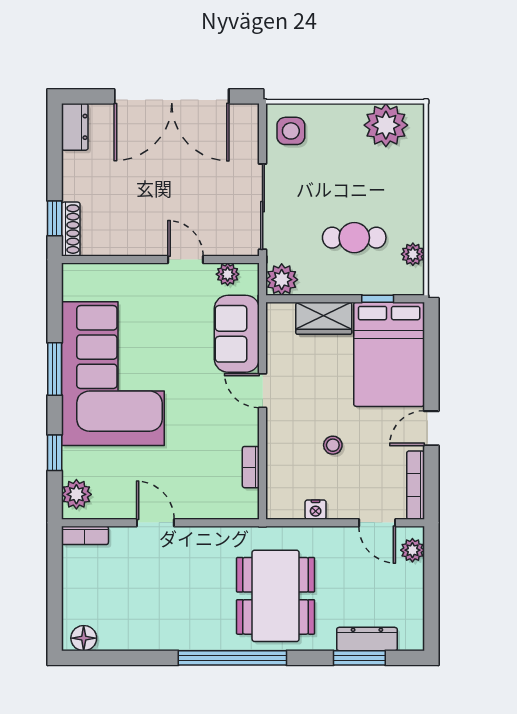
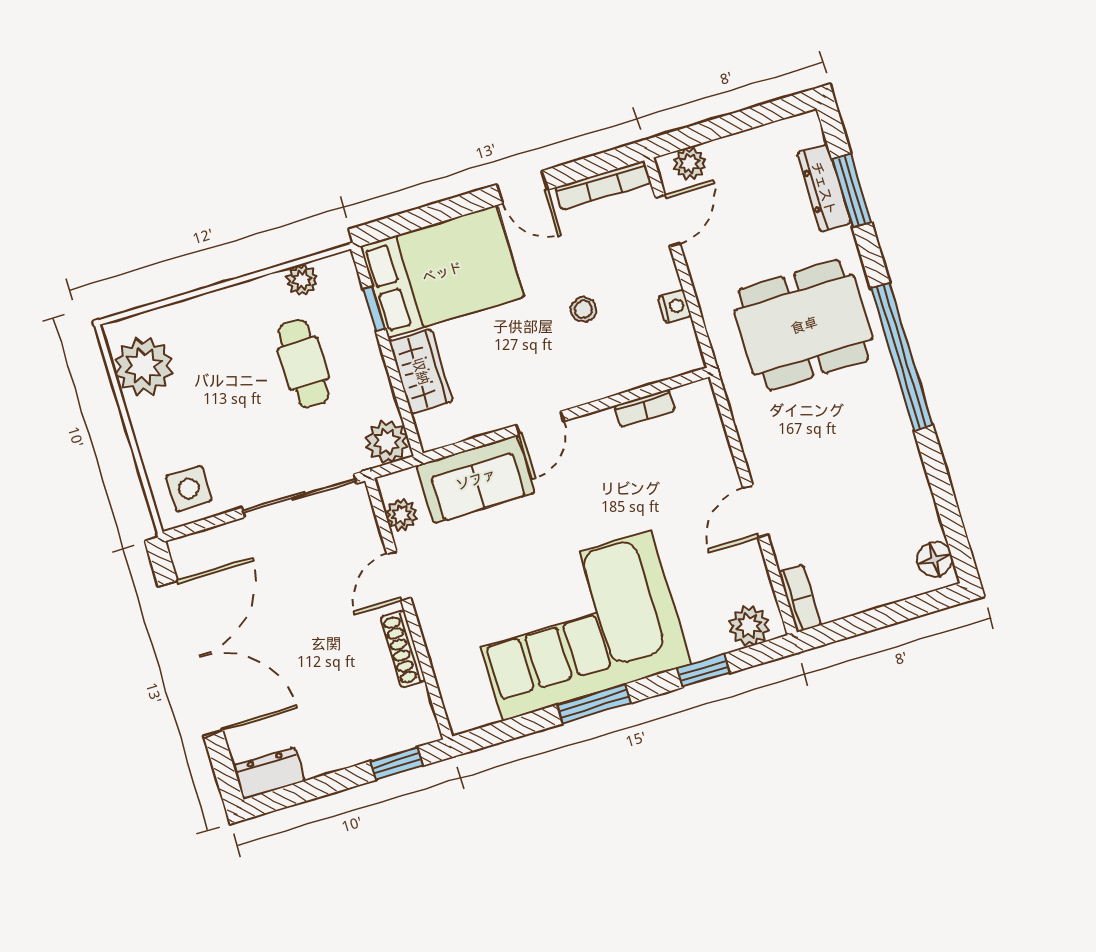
shoe rack: (71, 229) -> (403, 649), moved, turned -90

